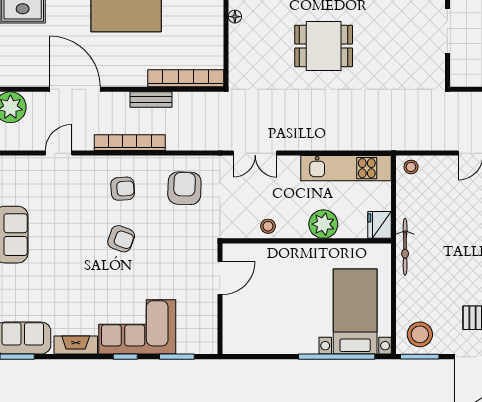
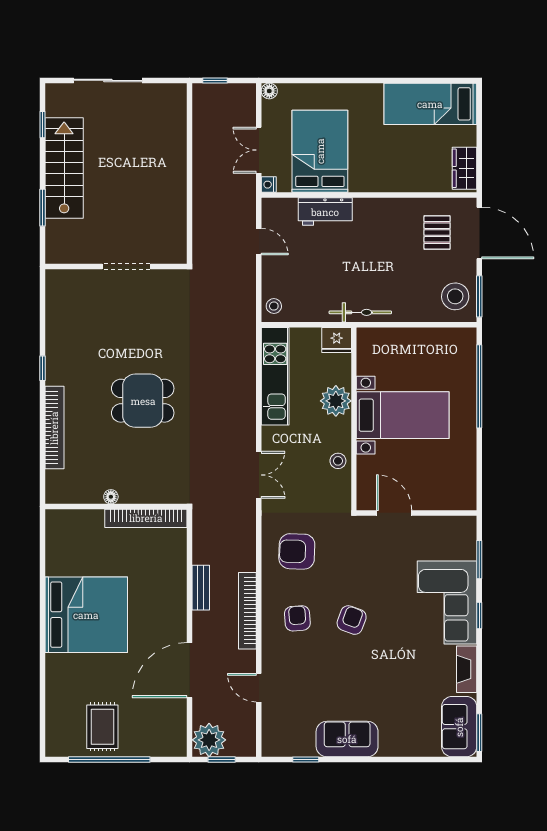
dining table: (324, 46) -> (143, 401), turned 90
bookcase: (186, 78) -> (146, 518), moved, turned -90
bed with nightstands: (355, 312) -> (403, 415), moved, turned 180

